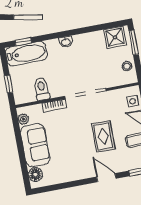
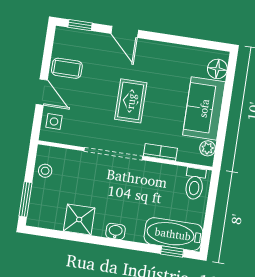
shower: (115, 37) -> (79, 220), moved
window: (9, 84) -> (211, 202), removed
toilet: (42, 89) -> (195, 184), moved
rug: (103, 136) -> (131, 101), moved

